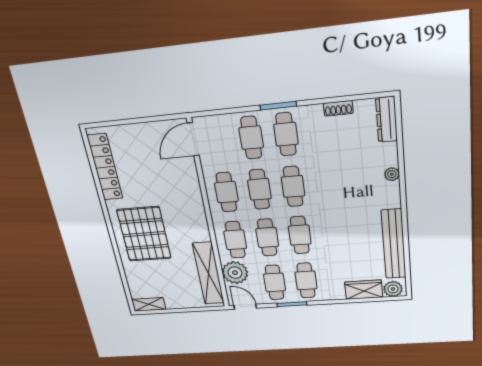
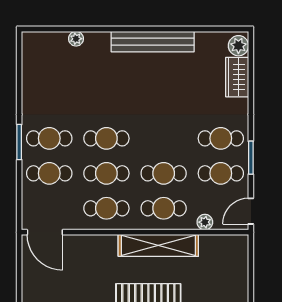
shoe rack: (338, 108) -> (28, 85), removed
dresser: (387, 120) -> (44, 40), removed
plant: (392, 174) -> (76, 39), moved
cafe table: (300, 235) -> (164, 138), removed
bench: (394, 244) -> (153, 42), moved
shelving: (208, 273) -> (158, 245), moved
plant: (235, 273) -> (205, 222), width x0.53, depth x0.53

